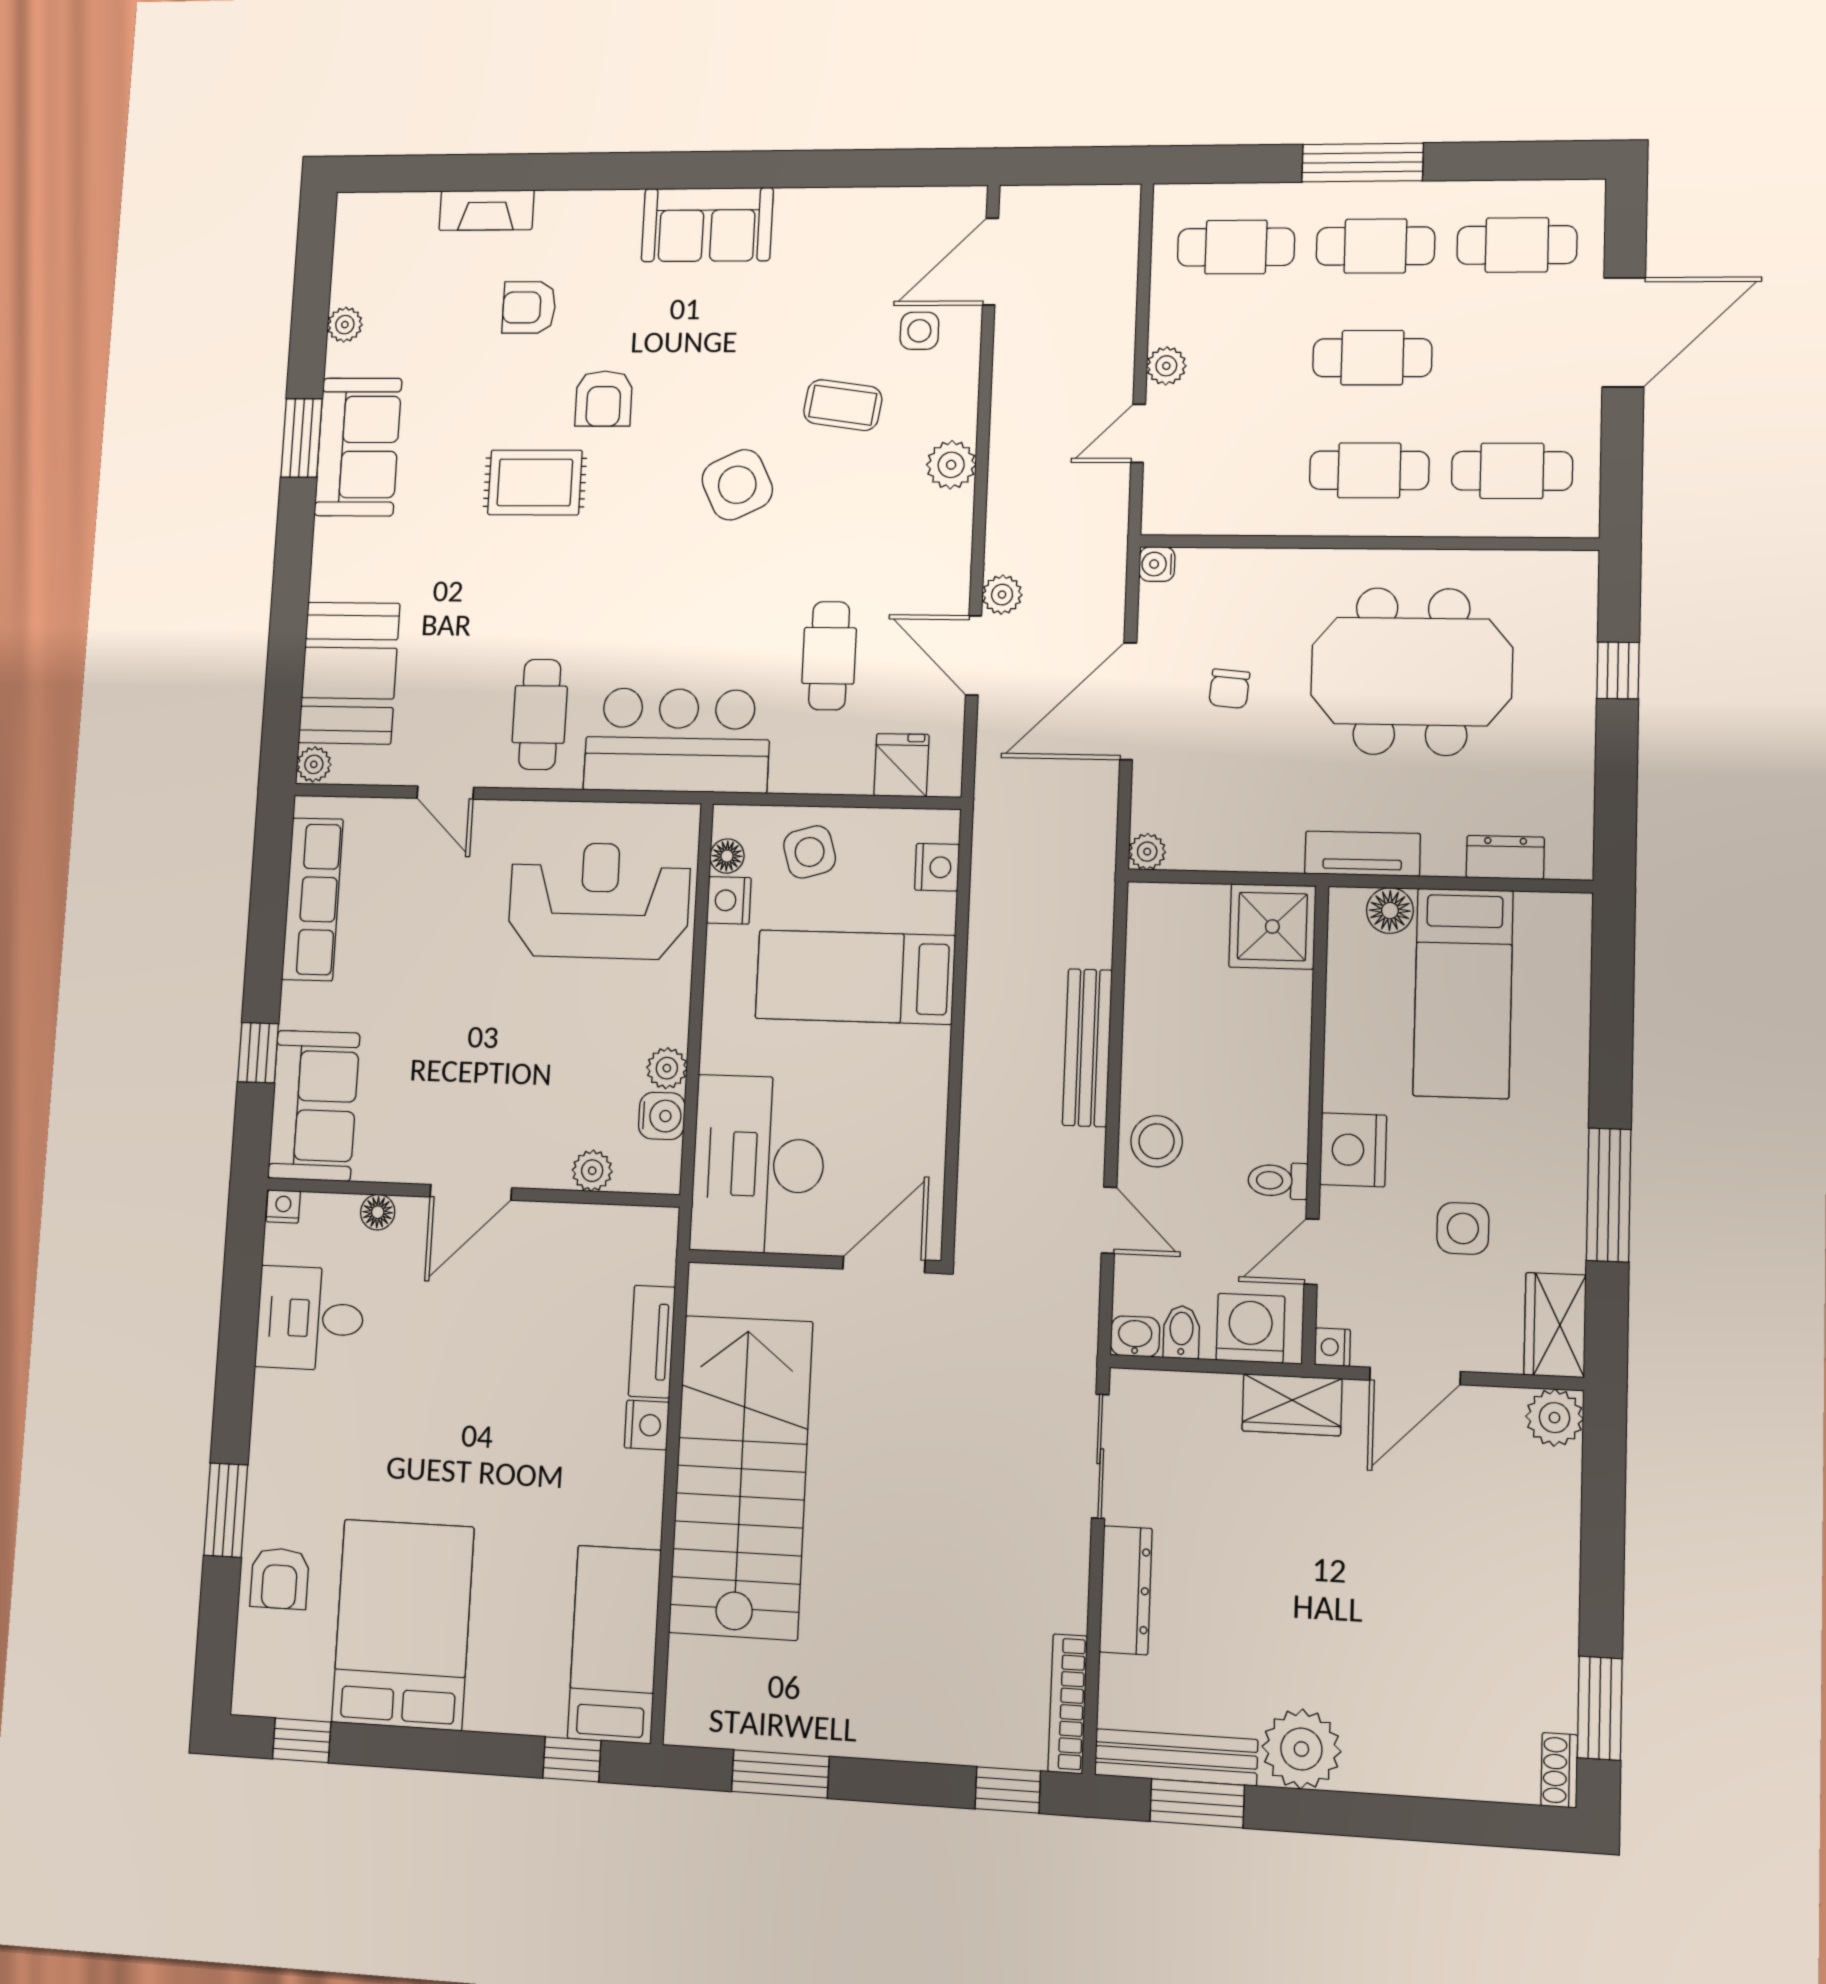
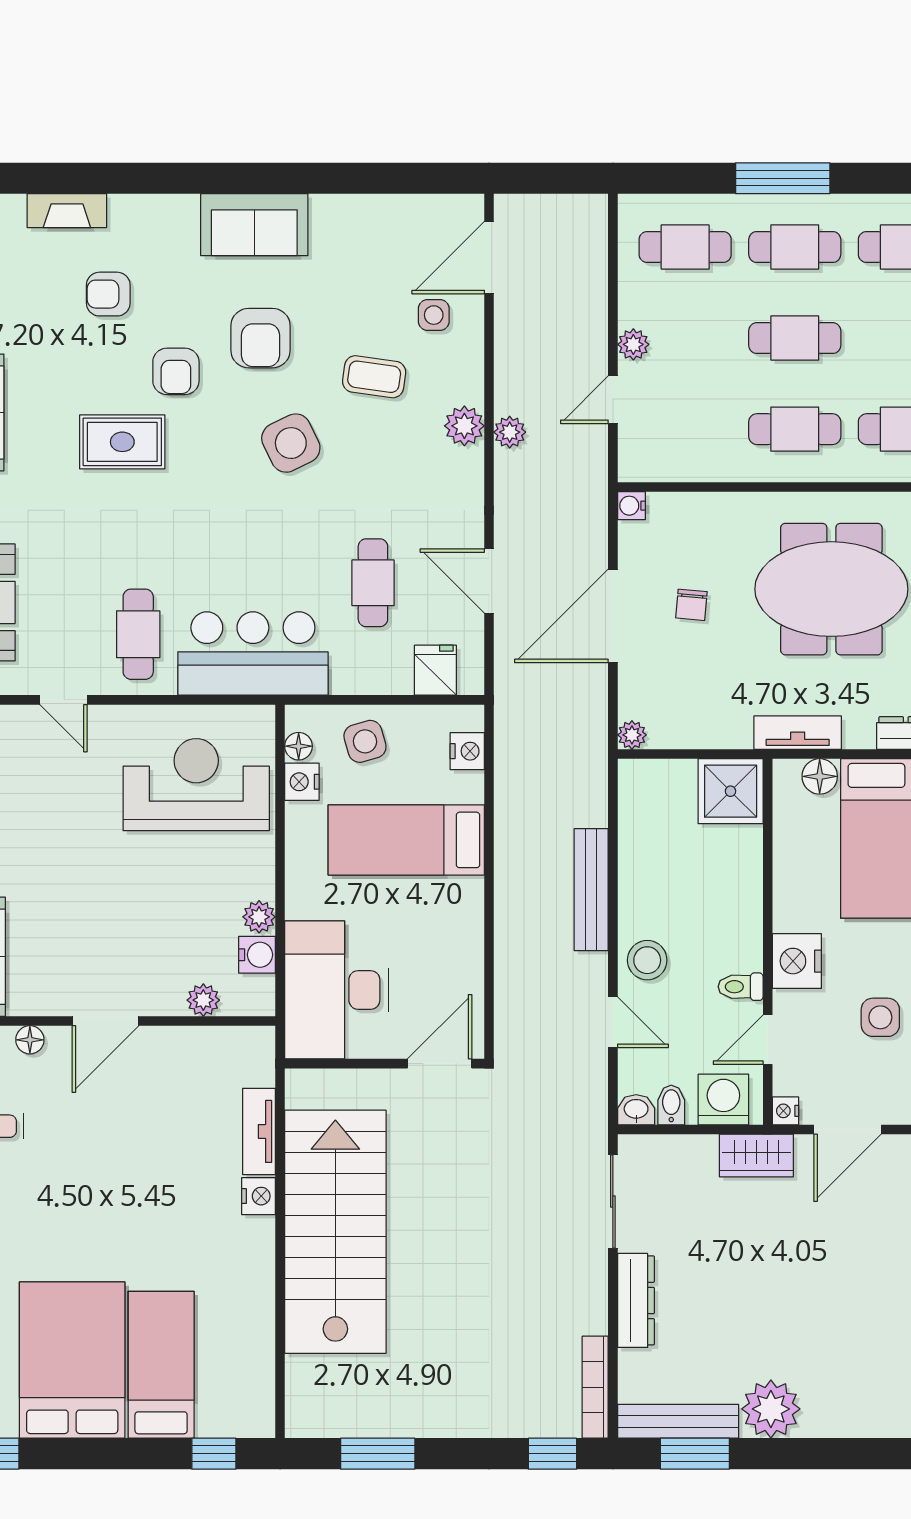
armchair: (707, 359) -> (260, 338), added
plant: (1002, 595) -> (510, 432), moved
bed: (614, 1644) -> (161, 1365), moved

